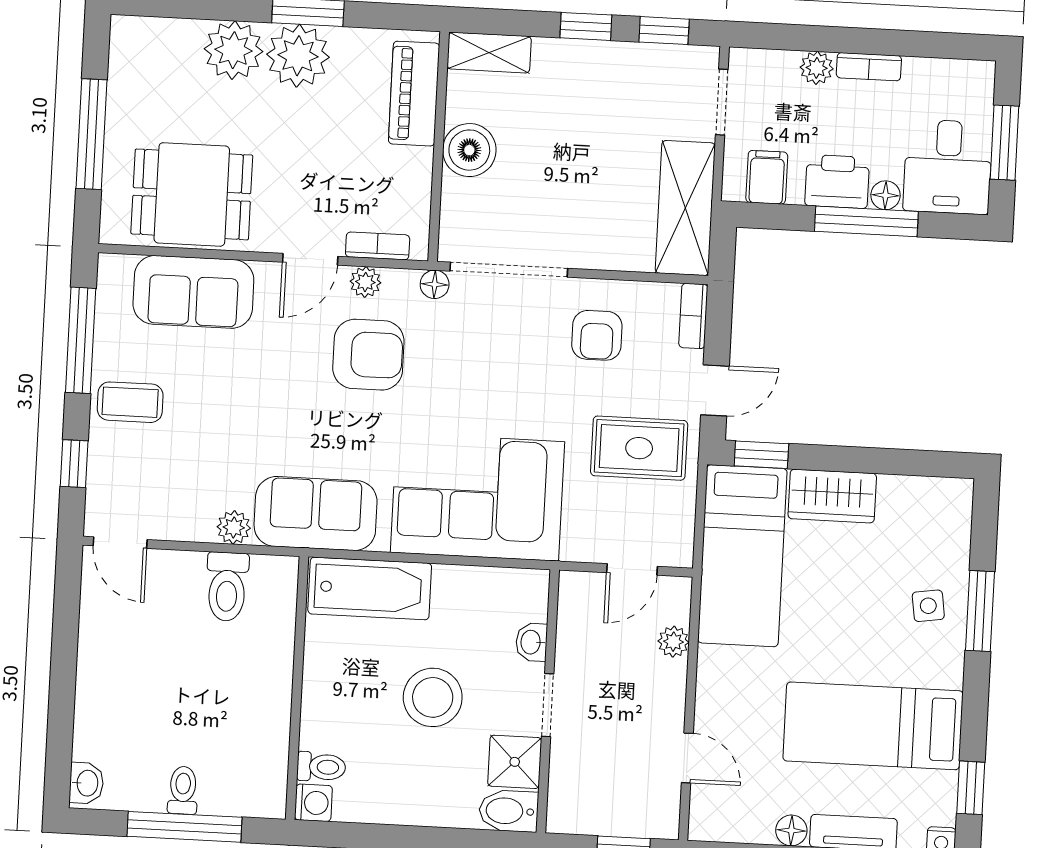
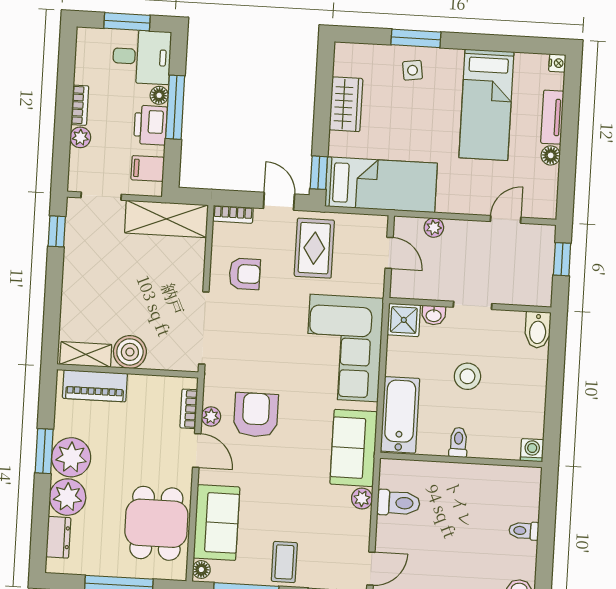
window: (586, 26) -> (54, 280), removed
dresser: (168, 36) -> (58, 537), added
shelving: (489, 53) -> (86, 354), moved, turned 90
floor lamp: (435, 284) -> (201, 570), moved
wardrobe: (832, 496) -> (346, 104), moved
stool: (433, 697) -> (467, 376), width x0.73, depth x0.73
shower: (515, 762) -> (404, 320), moved
toilet: (321, 767) -> (458, 442), moved
window: (971, 788) -> (525, 45), removed
window: (185, 827) -> (546, 530), removed

